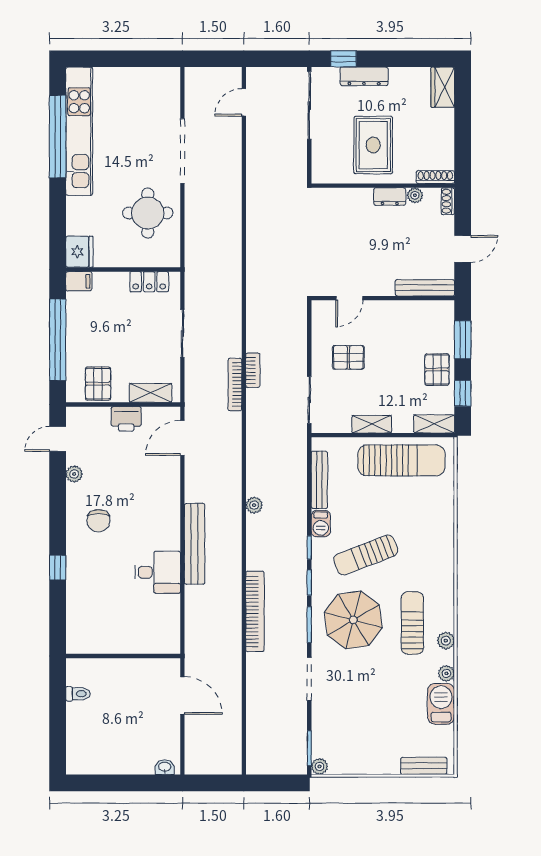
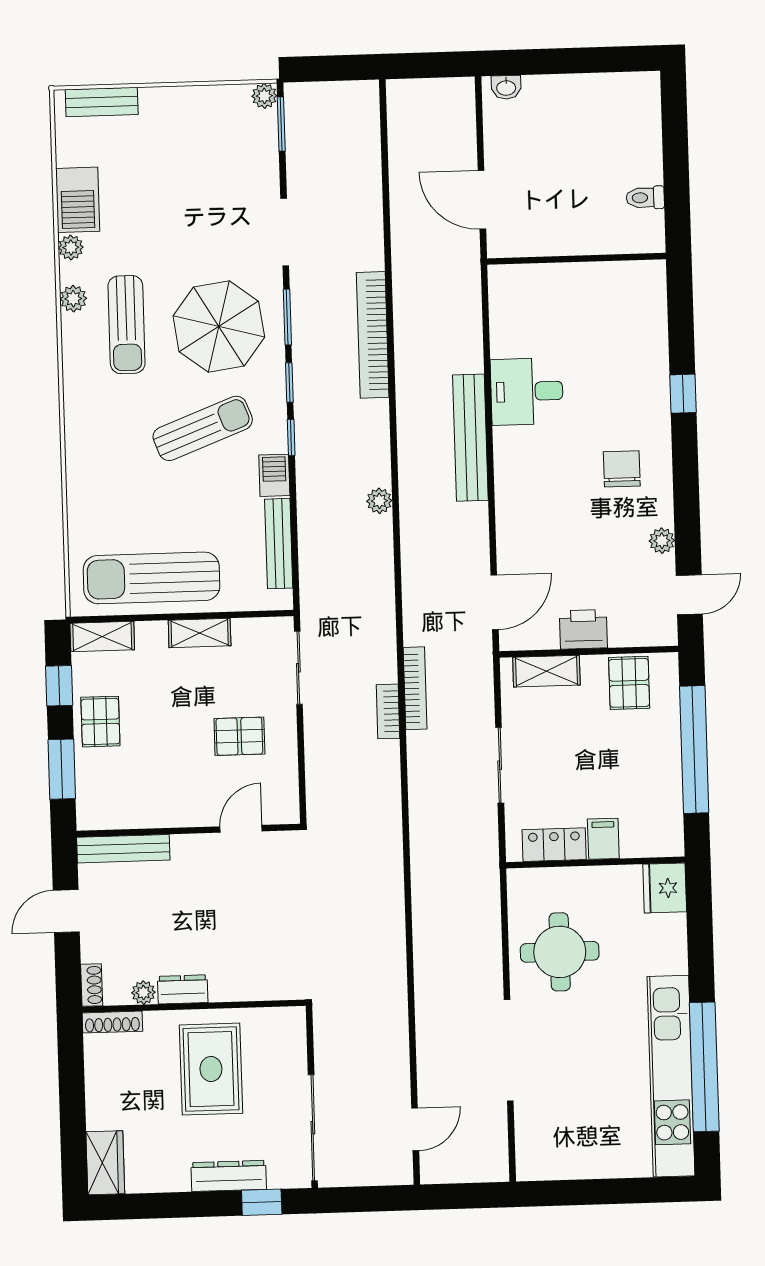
filing cabinet: (79, 281) -> (603, 839), moved, turned 90

